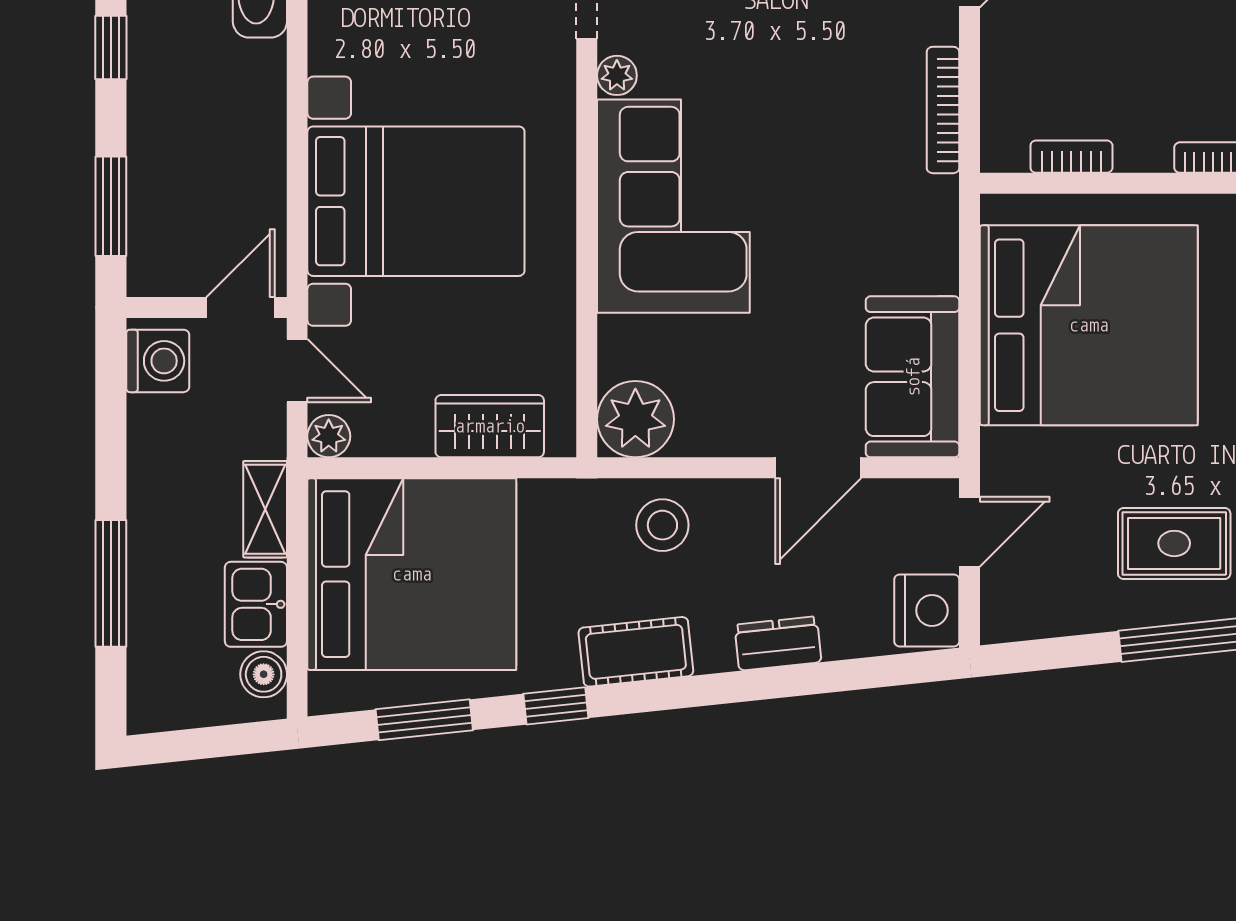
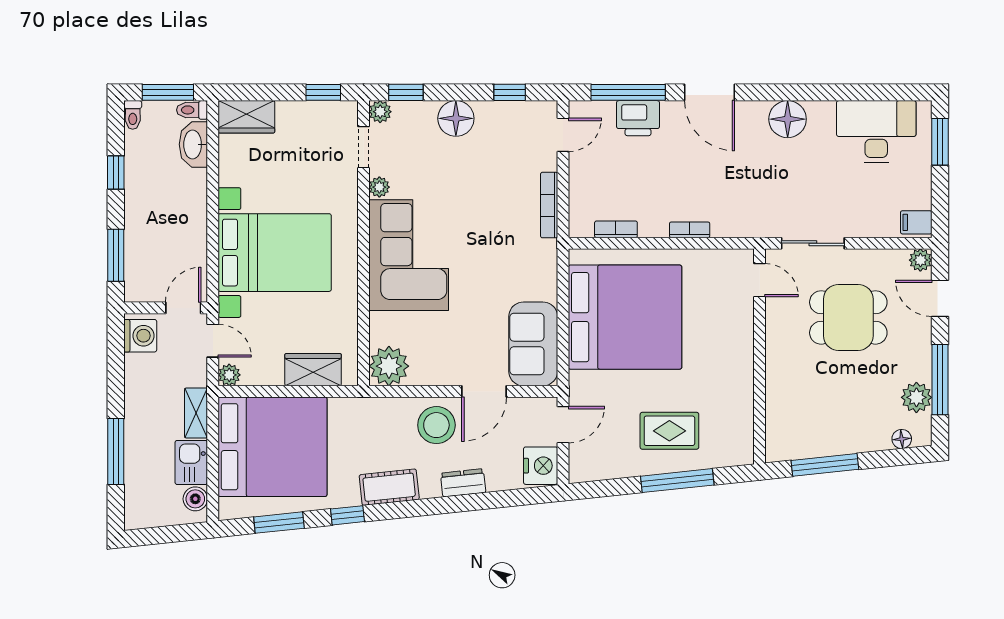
stool: (662, 525) -> (436, 425), moved, width x1.38, depth x1.38

